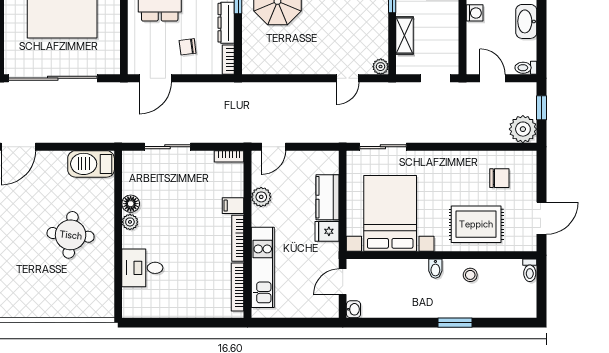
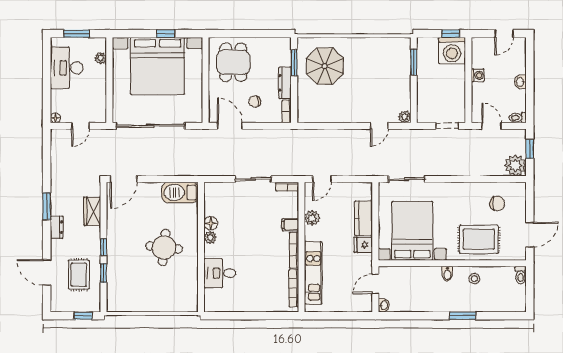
washbasin: (526, 21) -> (520, 82), width x0.52, depth x0.69
shelving: (404, 35) -> (423, 93), removed
door: (155, 78) -> (230, 126), swing flipped
sliding door: (167, 147) -> (253, 179), moved

